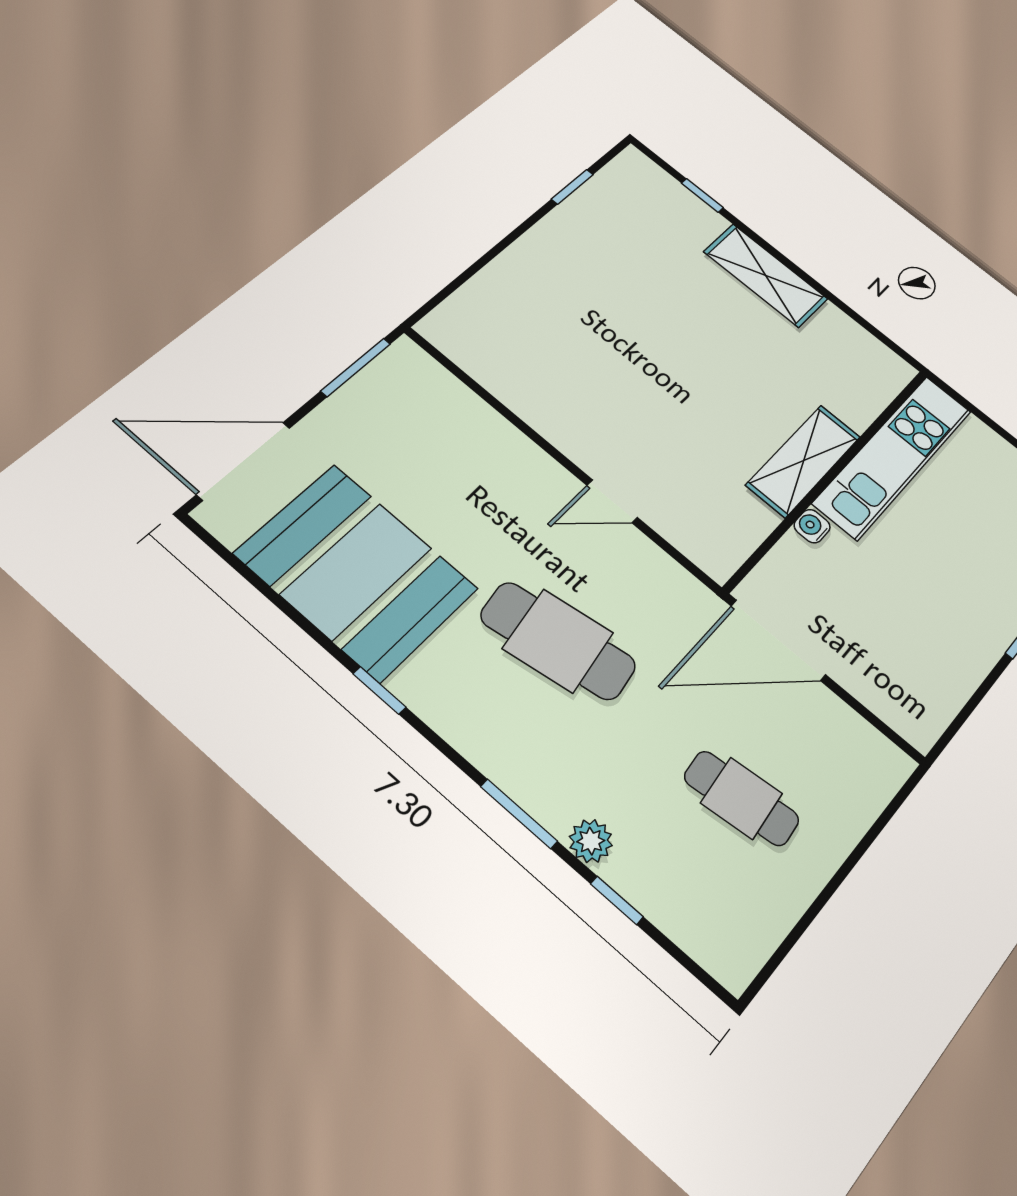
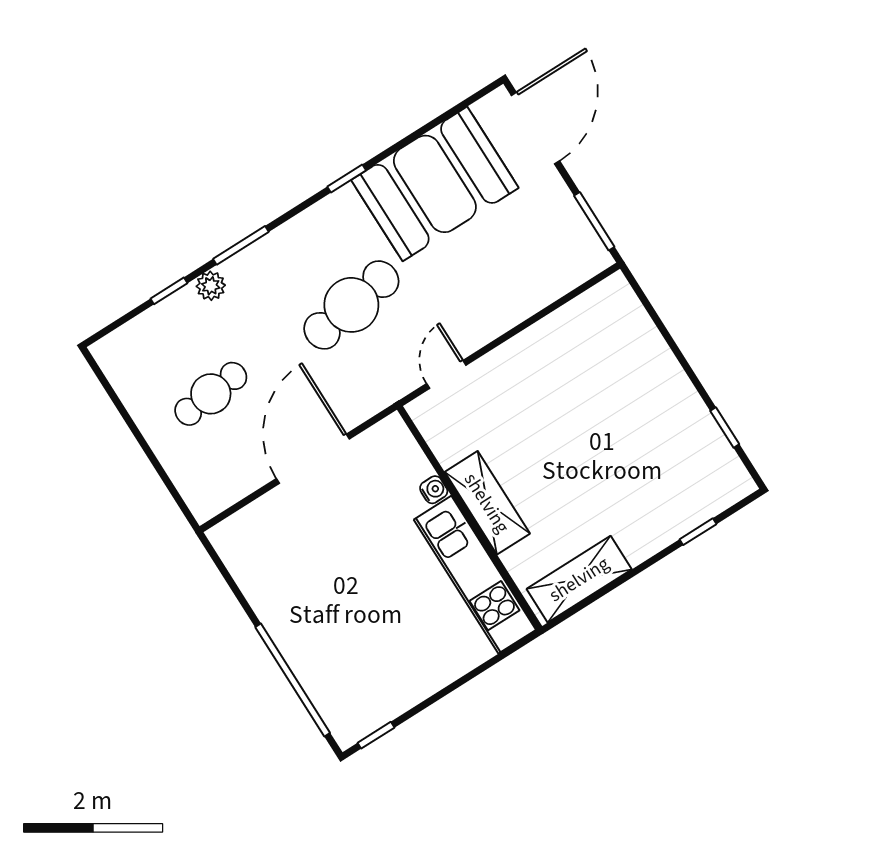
shelving: (766, 275) -> (579, 579), moved
kitchen unit: (893, 457) -> (475, 575), moved
shelving: (803, 461) -> (487, 503), moved
wall: (829, 477) -> (470, 518), moved
water cooler: (812, 526) -> (434, 490), moved

